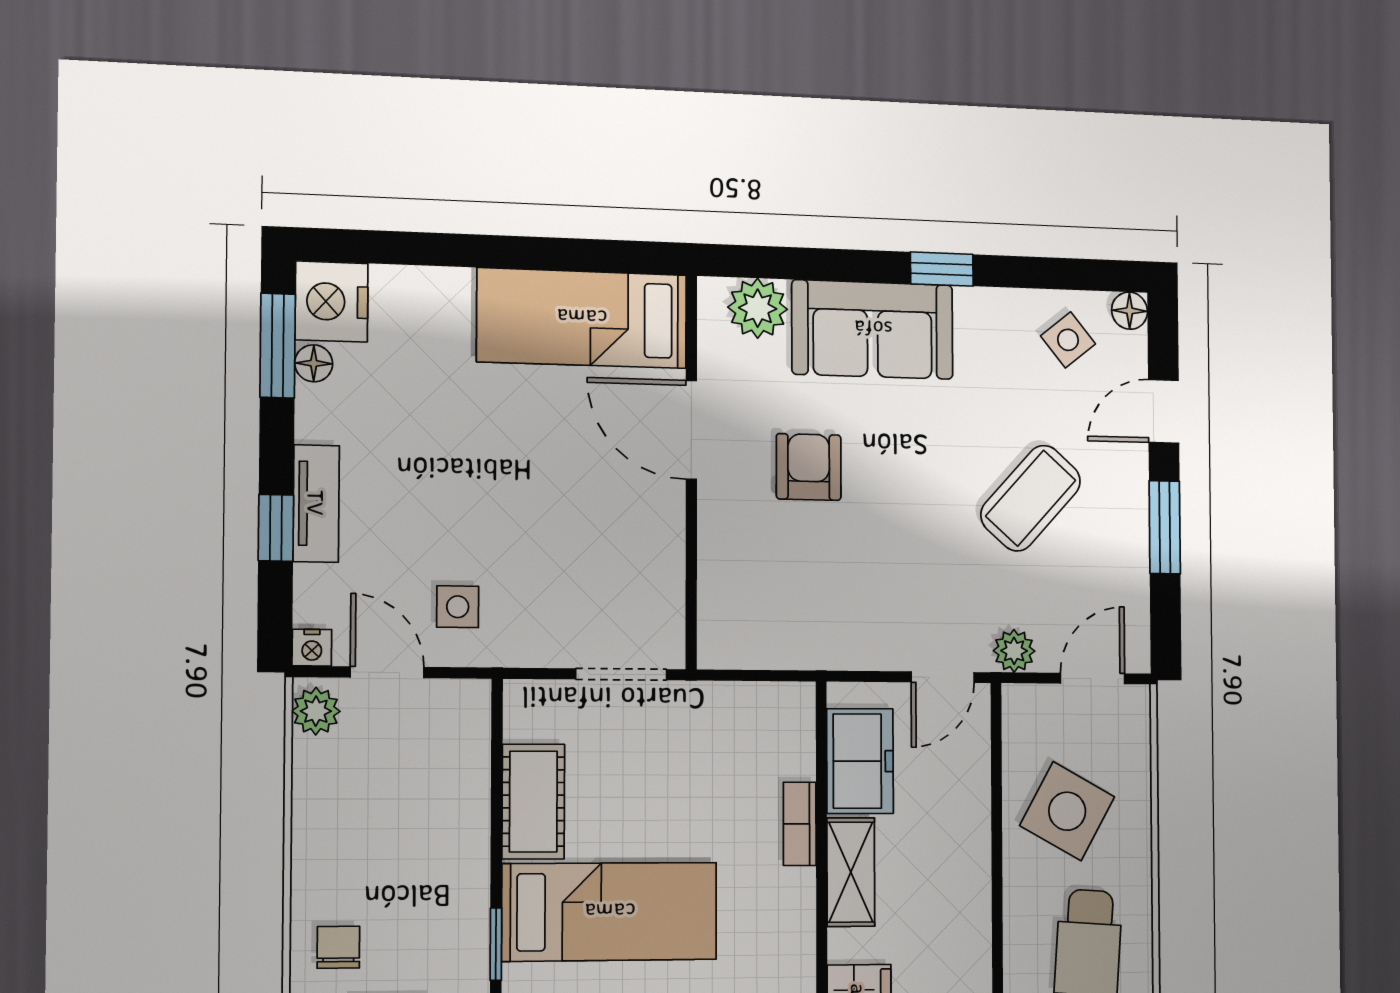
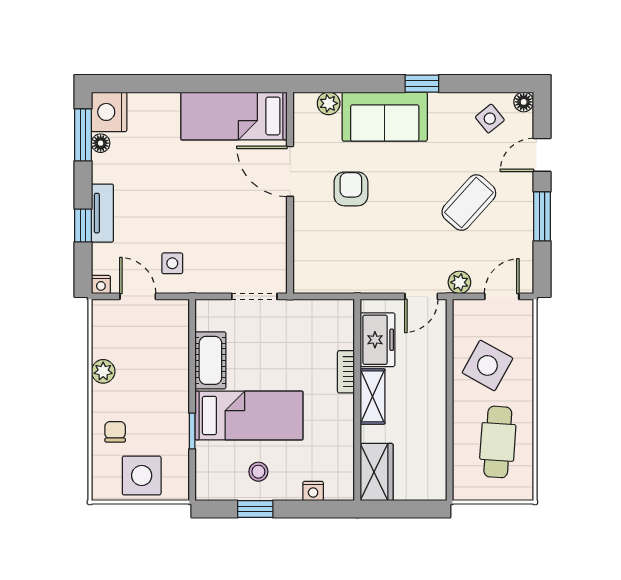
plant: (758, 308) -> (329, 103), width x0.73, depth x0.73
plant: (316, 711) -> (103, 371), moved

